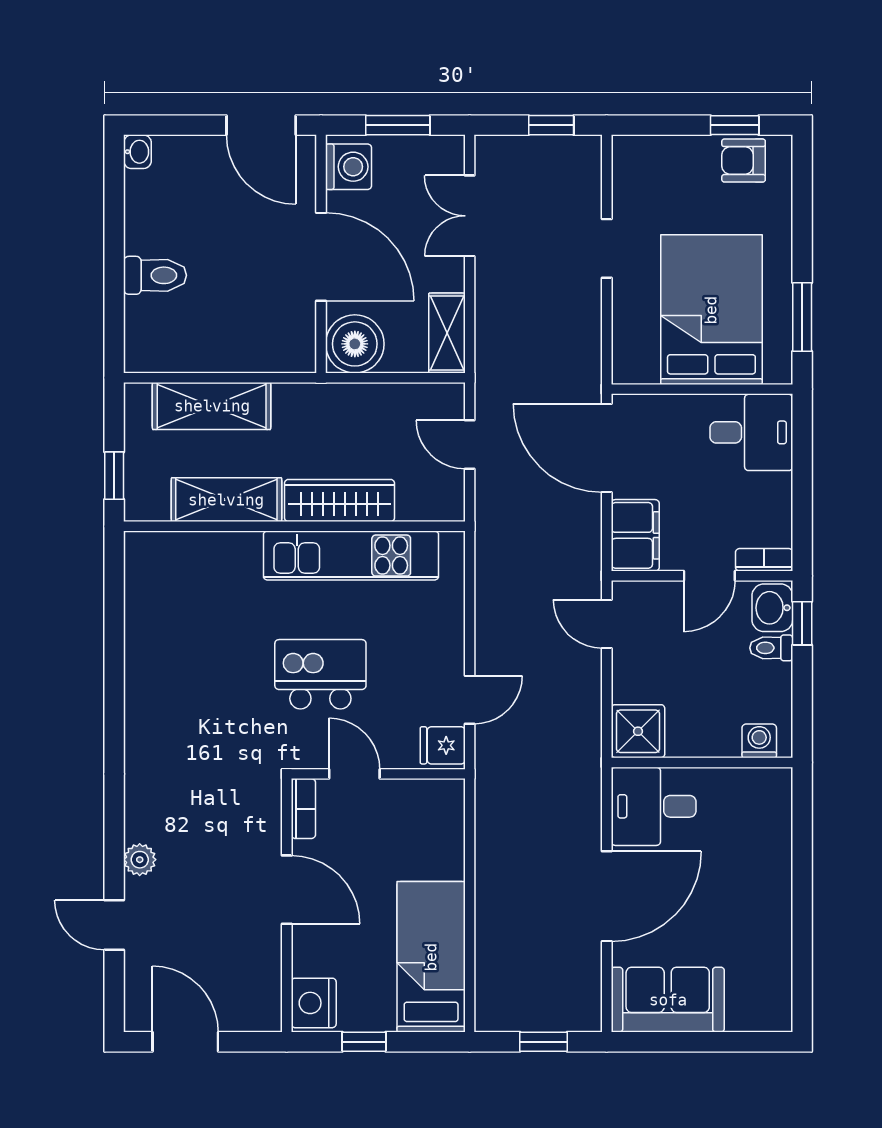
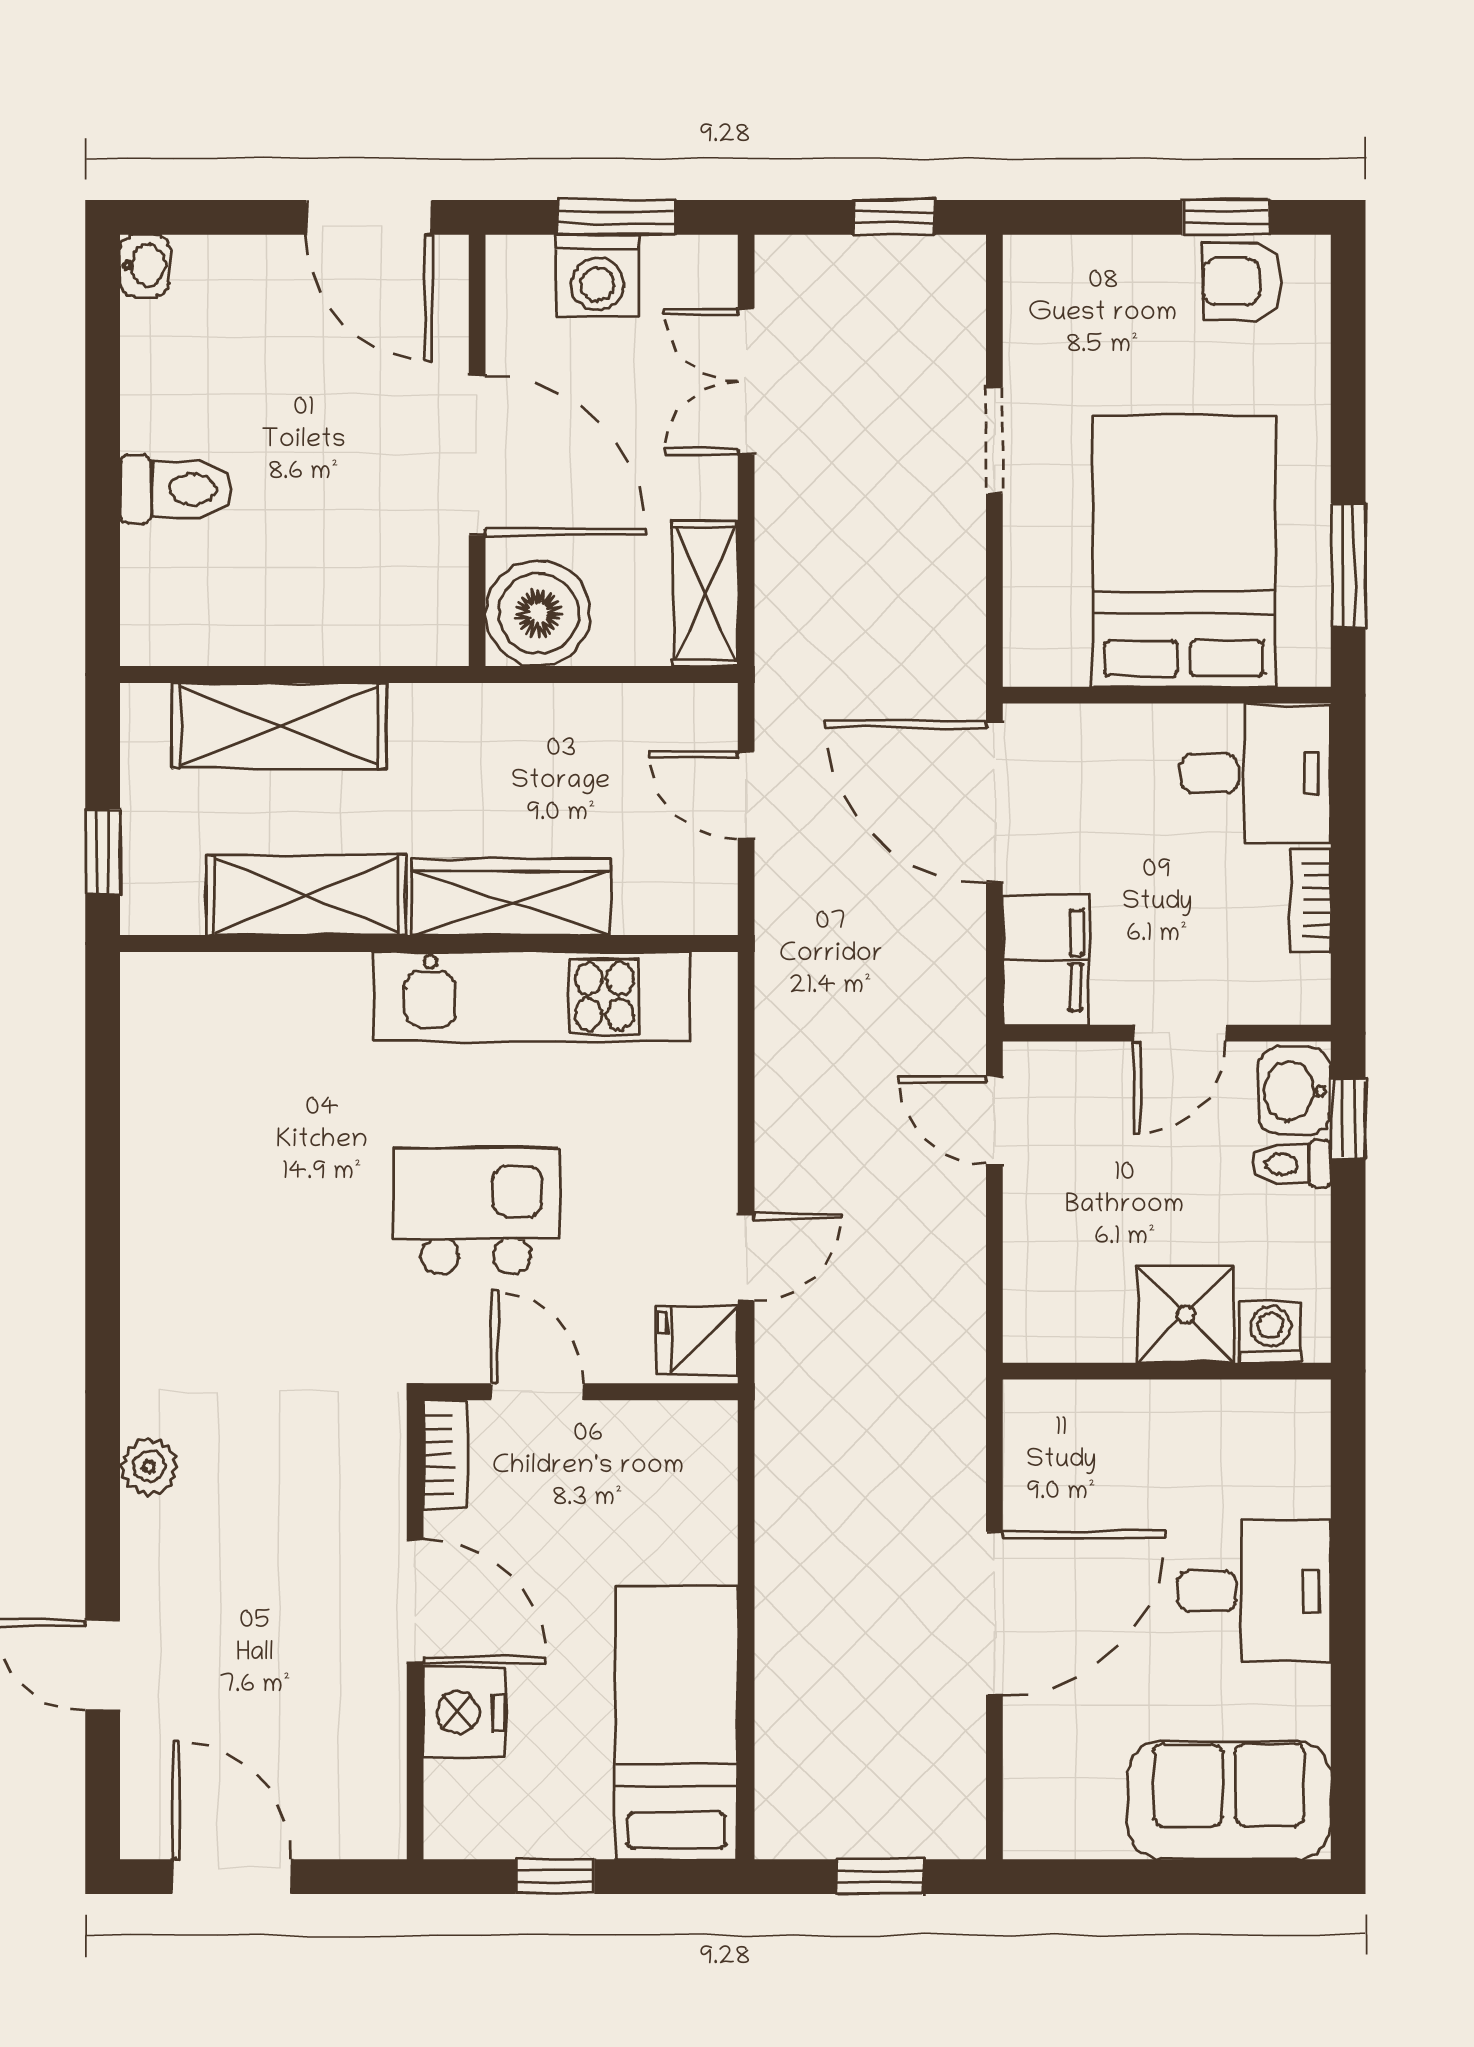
washing machine: (349, 167) -> (597, 276), moved, turned 90
bookcase: (764, 560) -> (1310, 900), moved, turned -90
shower: (638, 731) -> (1186, 1314), moved
desk: (654, 806) -> (1254, 1591), moved, turned 180
plant: (140, 860) -> (149, 1466), moved
sofa: (668, 1000) -> (1229, 1800), moved
nightstand: (314, 1003) -> (464, 1713), moved

